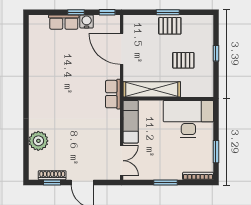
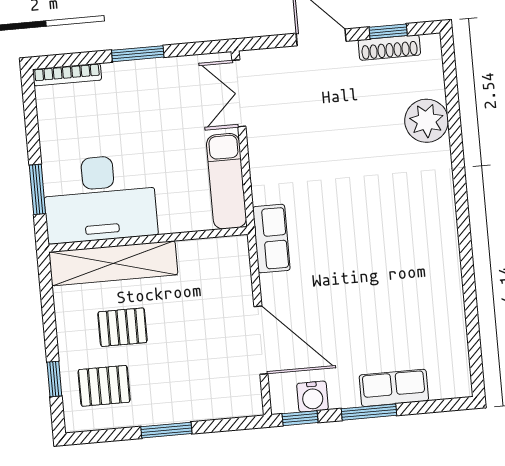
window: (76, 12) -> (369, 412), width x1.50
water cooler: (87, 21) -> (312, 397), moved
pallet: (170, 26) -> (104, 386), moved
window: (216, 53) -> (54, 379), moved
shelving: (152, 89) -> (113, 263), moved
window: (216, 152) -> (37, 189), moved

